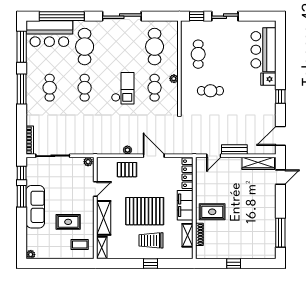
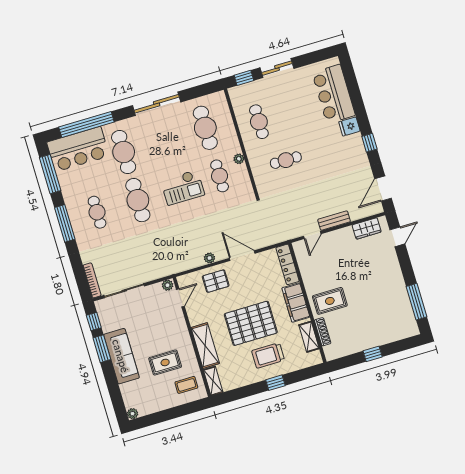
cafe table: (85, 88) -> (138, 200), width x1.37, depth x1.35
checkout: (123, 88) -> (183, 187), turned 90
wardrobe: (258, 163) -> (367, 228), width x0.67
door: (95, 189) -> (180, 298), moved

